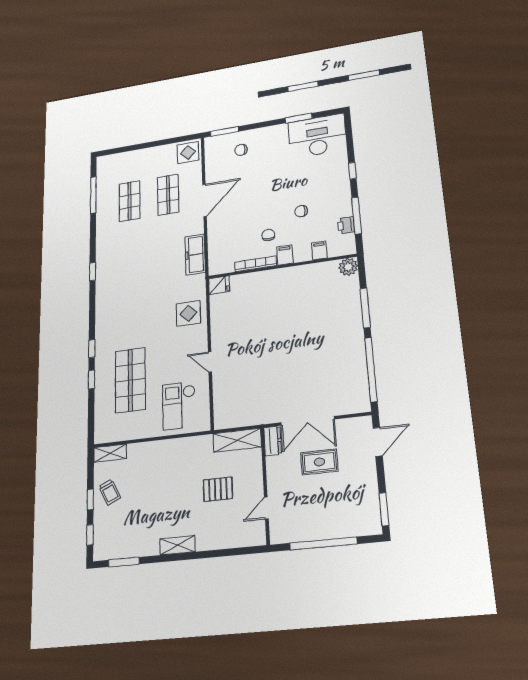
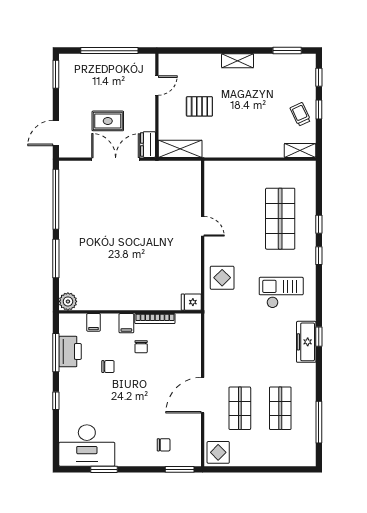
printer: (346, 225) -> (70, 351), width x1.87, depth x1.48
freezer: (195, 255) -> (306, 342), moved, turned 180
checkout: (179, 406) -> (281, 293), moved, turned -90

